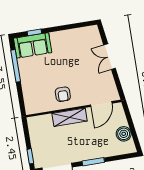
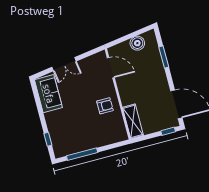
sofa: (33, 45) -> (48, 94), moved
shelving: (70, 117) -> (133, 121), moved
window: (93, 162) -> (164, 57), moved

